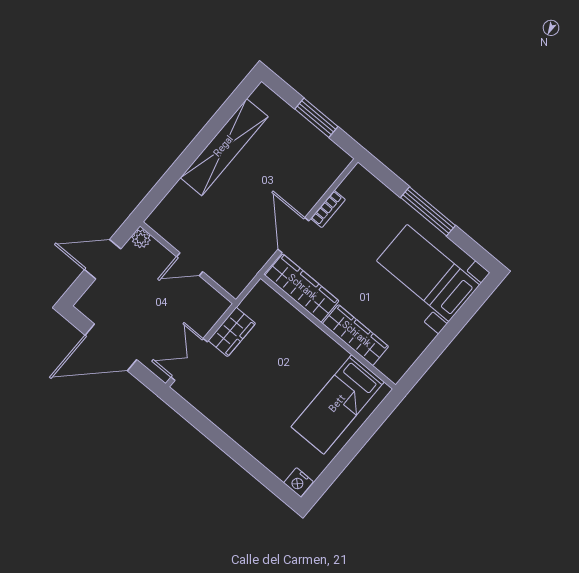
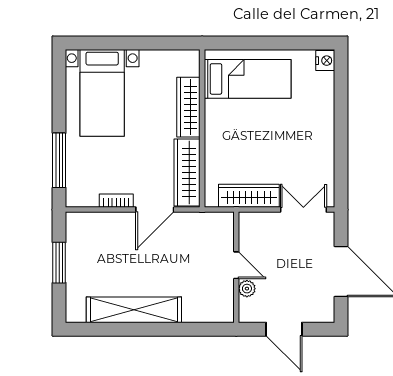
window: (428, 211) -> (59, 160), moved
plant: (141, 239) -> (247, 289), moved
wardrobe: (232, 332) -> (249, 196), width x1.50
double door: (189, 359) -> (303, 210), swing flipped

